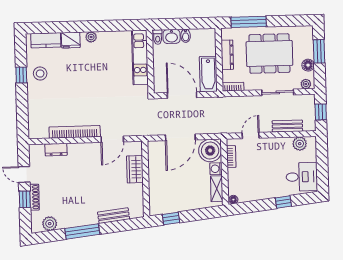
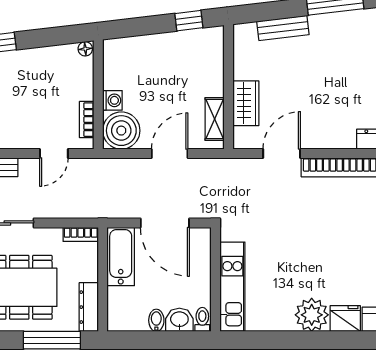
plant: (91, 37) -> (312, 315), width x1.87, depth x1.87
dresser: (227, 55) -> (89, 307), moved
door: (180, 137) -> (170, 154), width x0.73
shelving: (217, 189) -> (215, 119), moved

